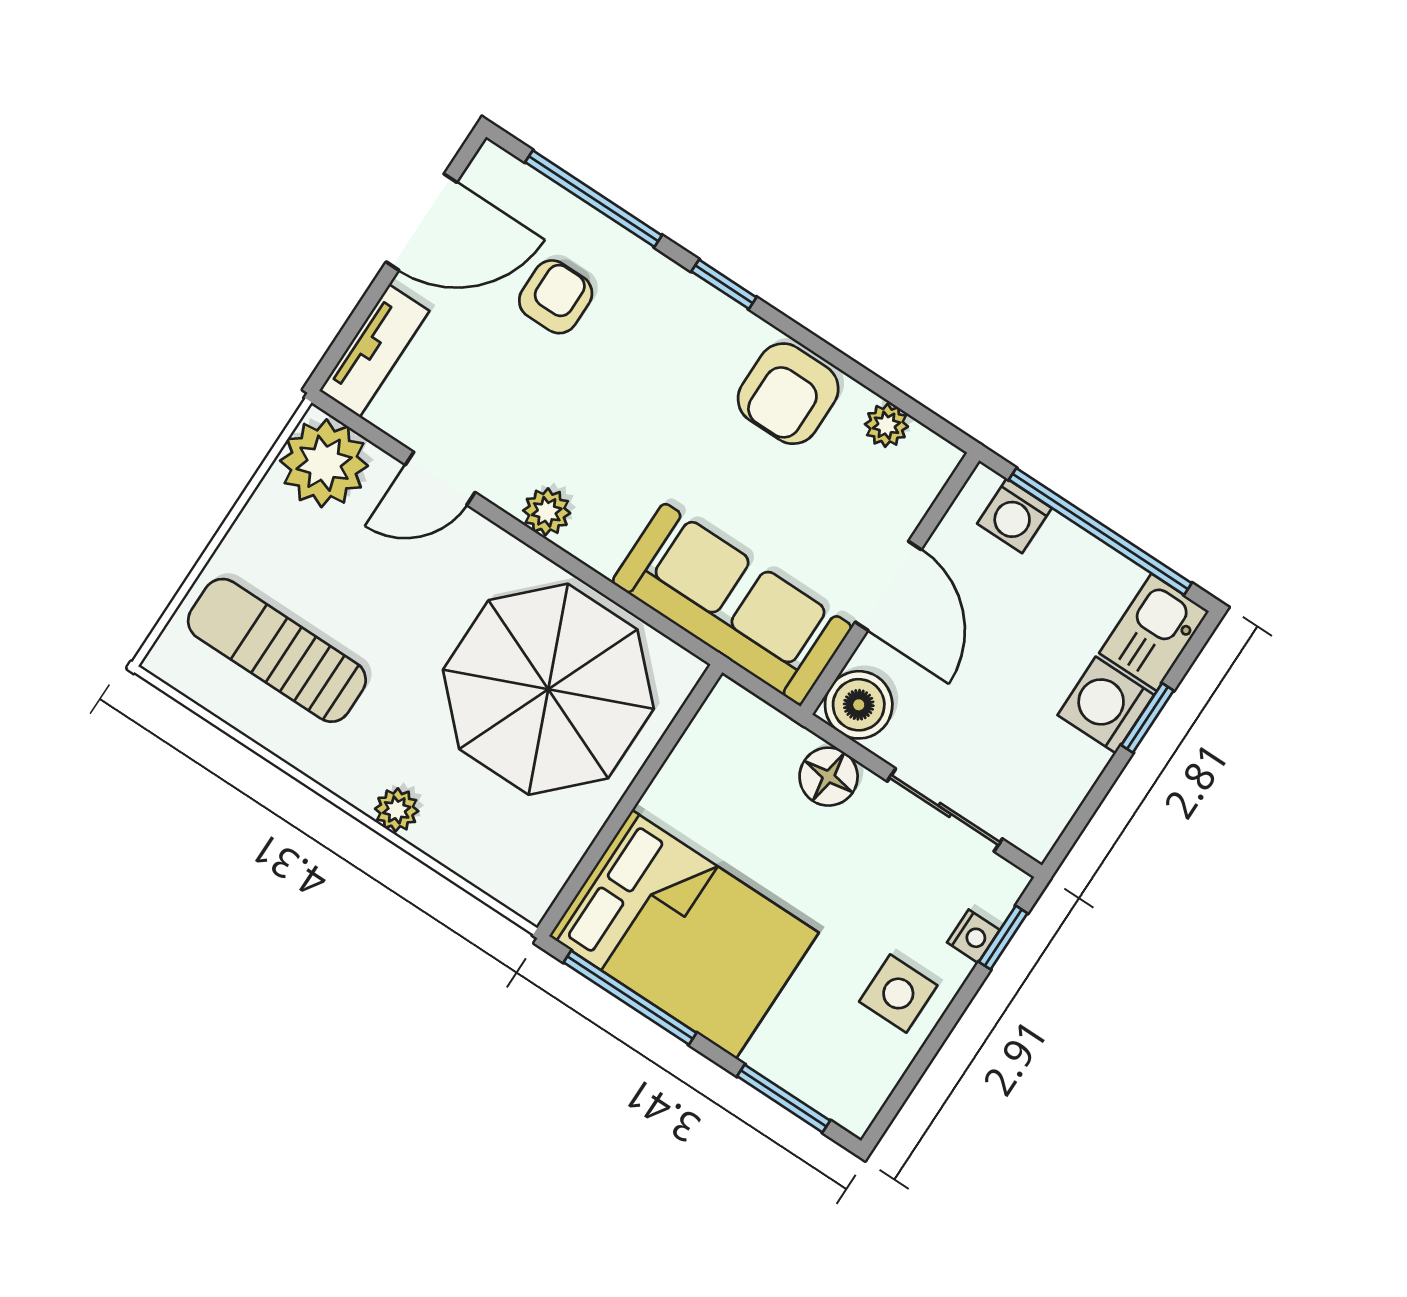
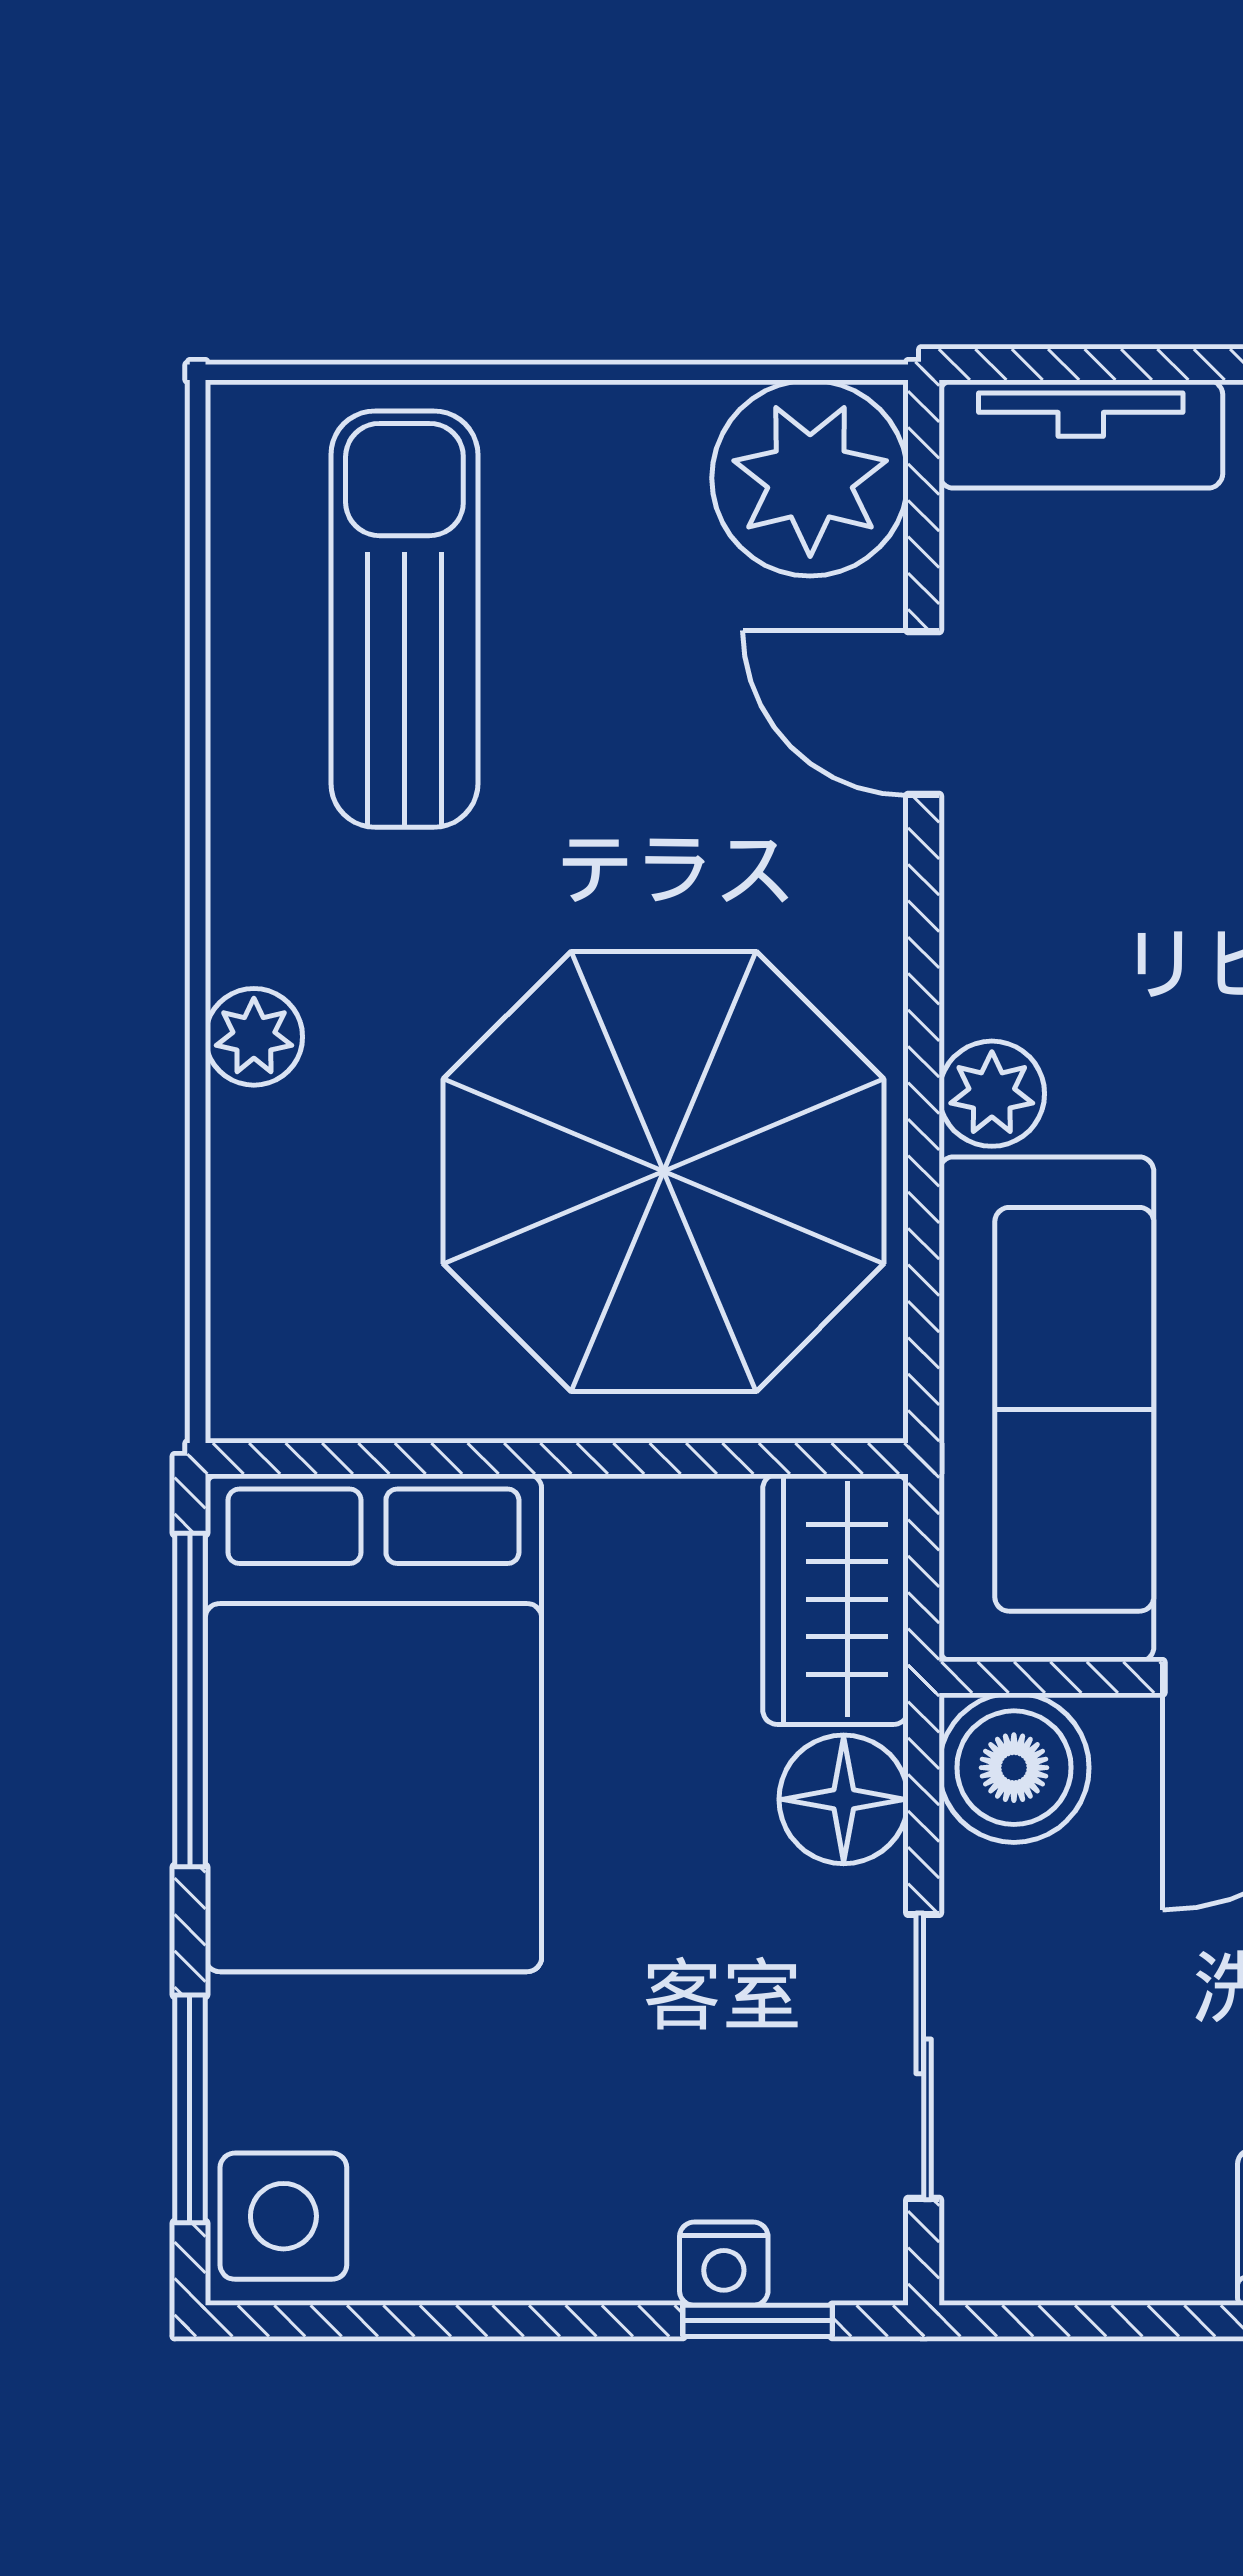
plant: (547, 512) -> (992, 1094), moved
wardrobe: (751, 730) -> (835, 1599), added
side table: (898, 993) -> (283, 2216), moved

